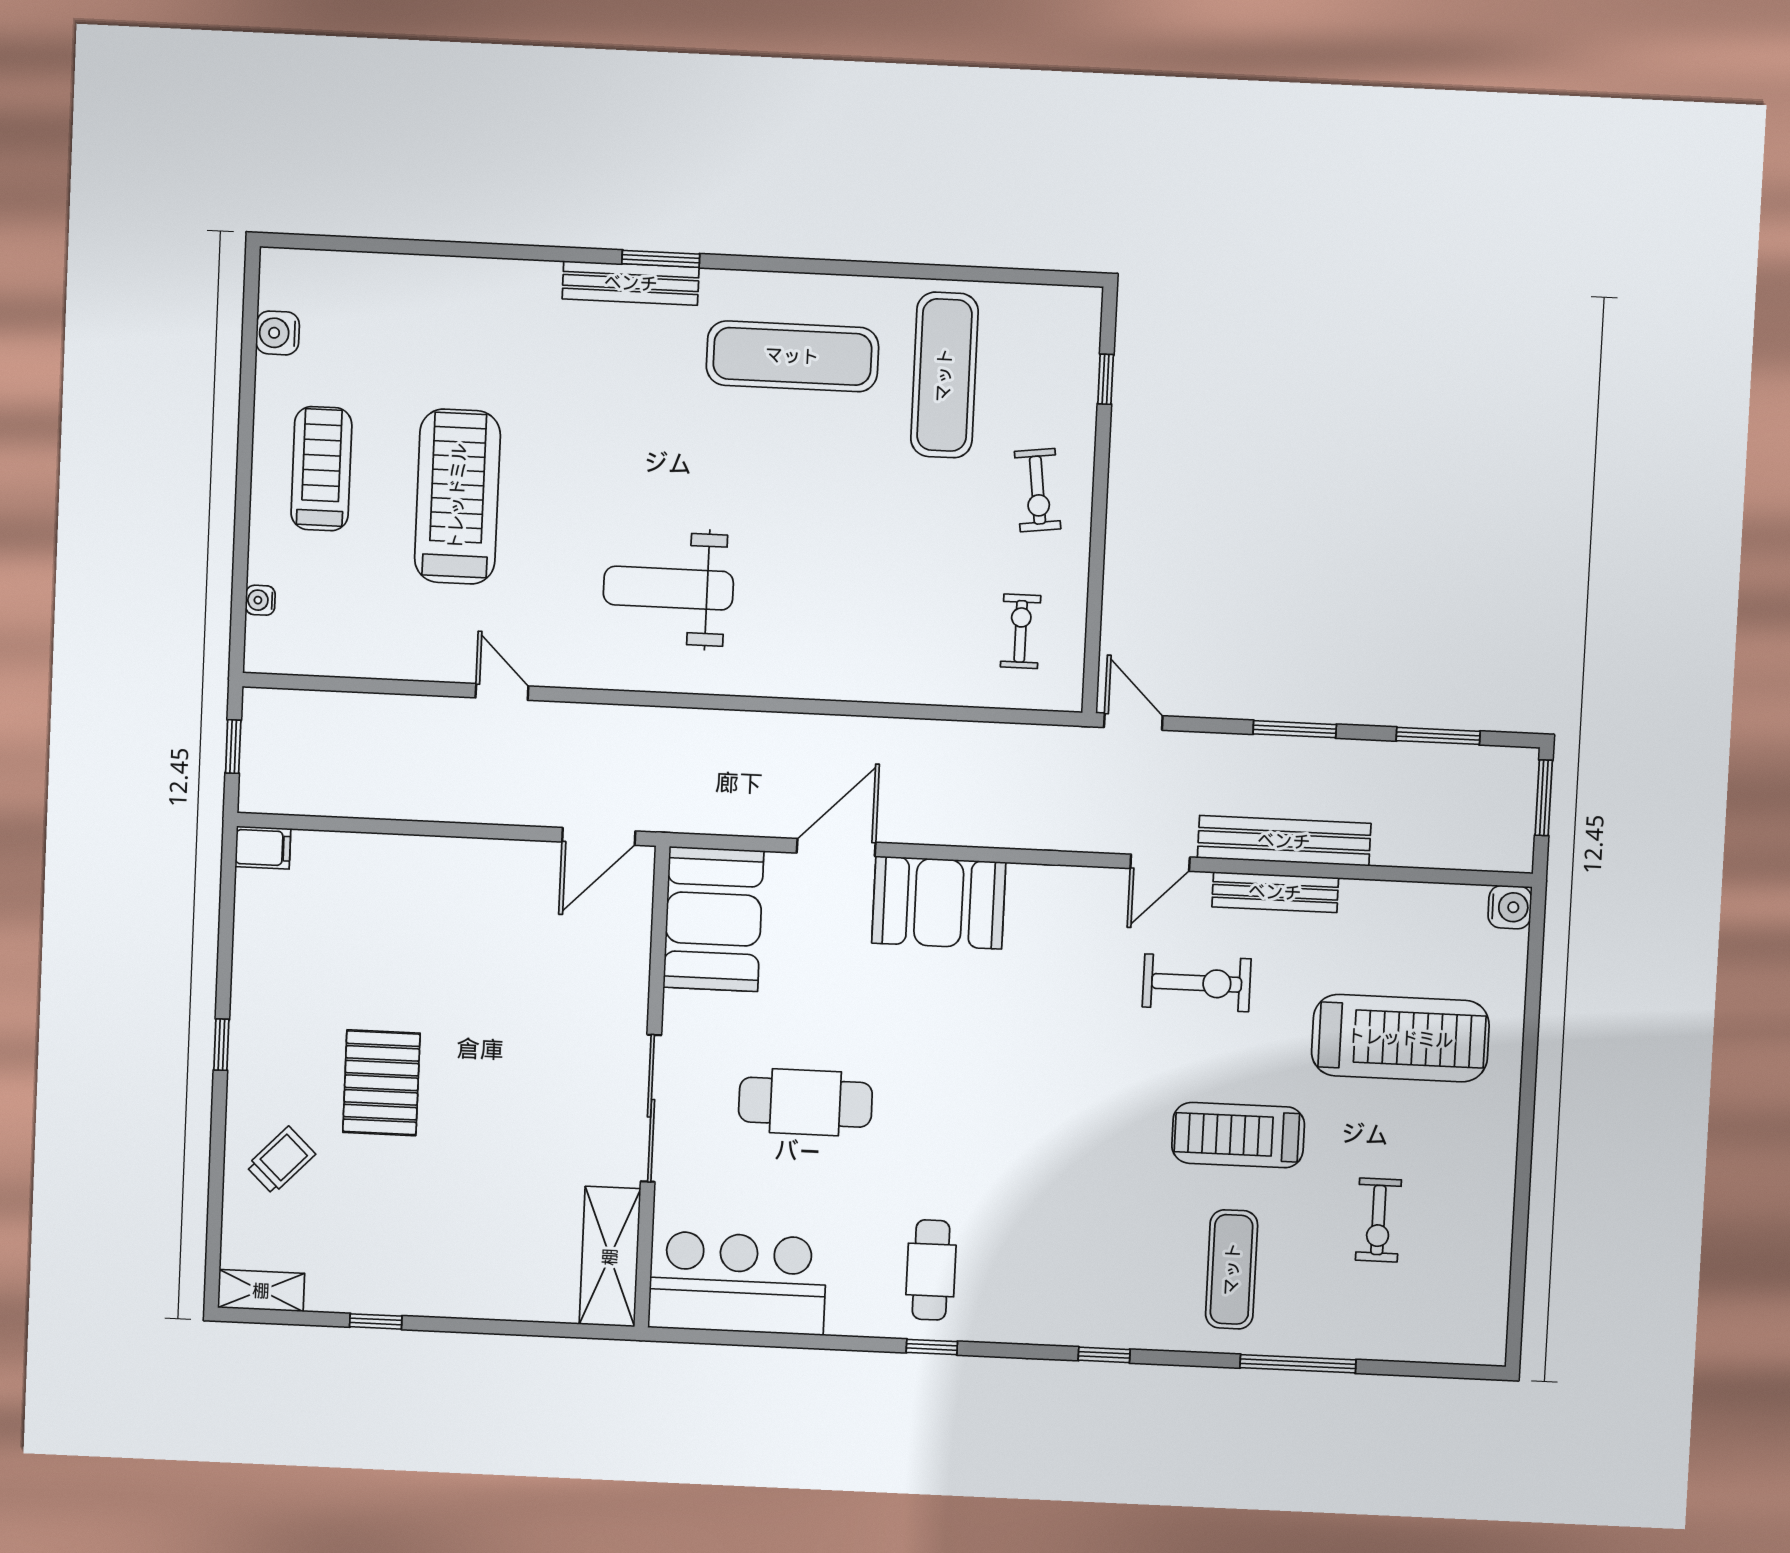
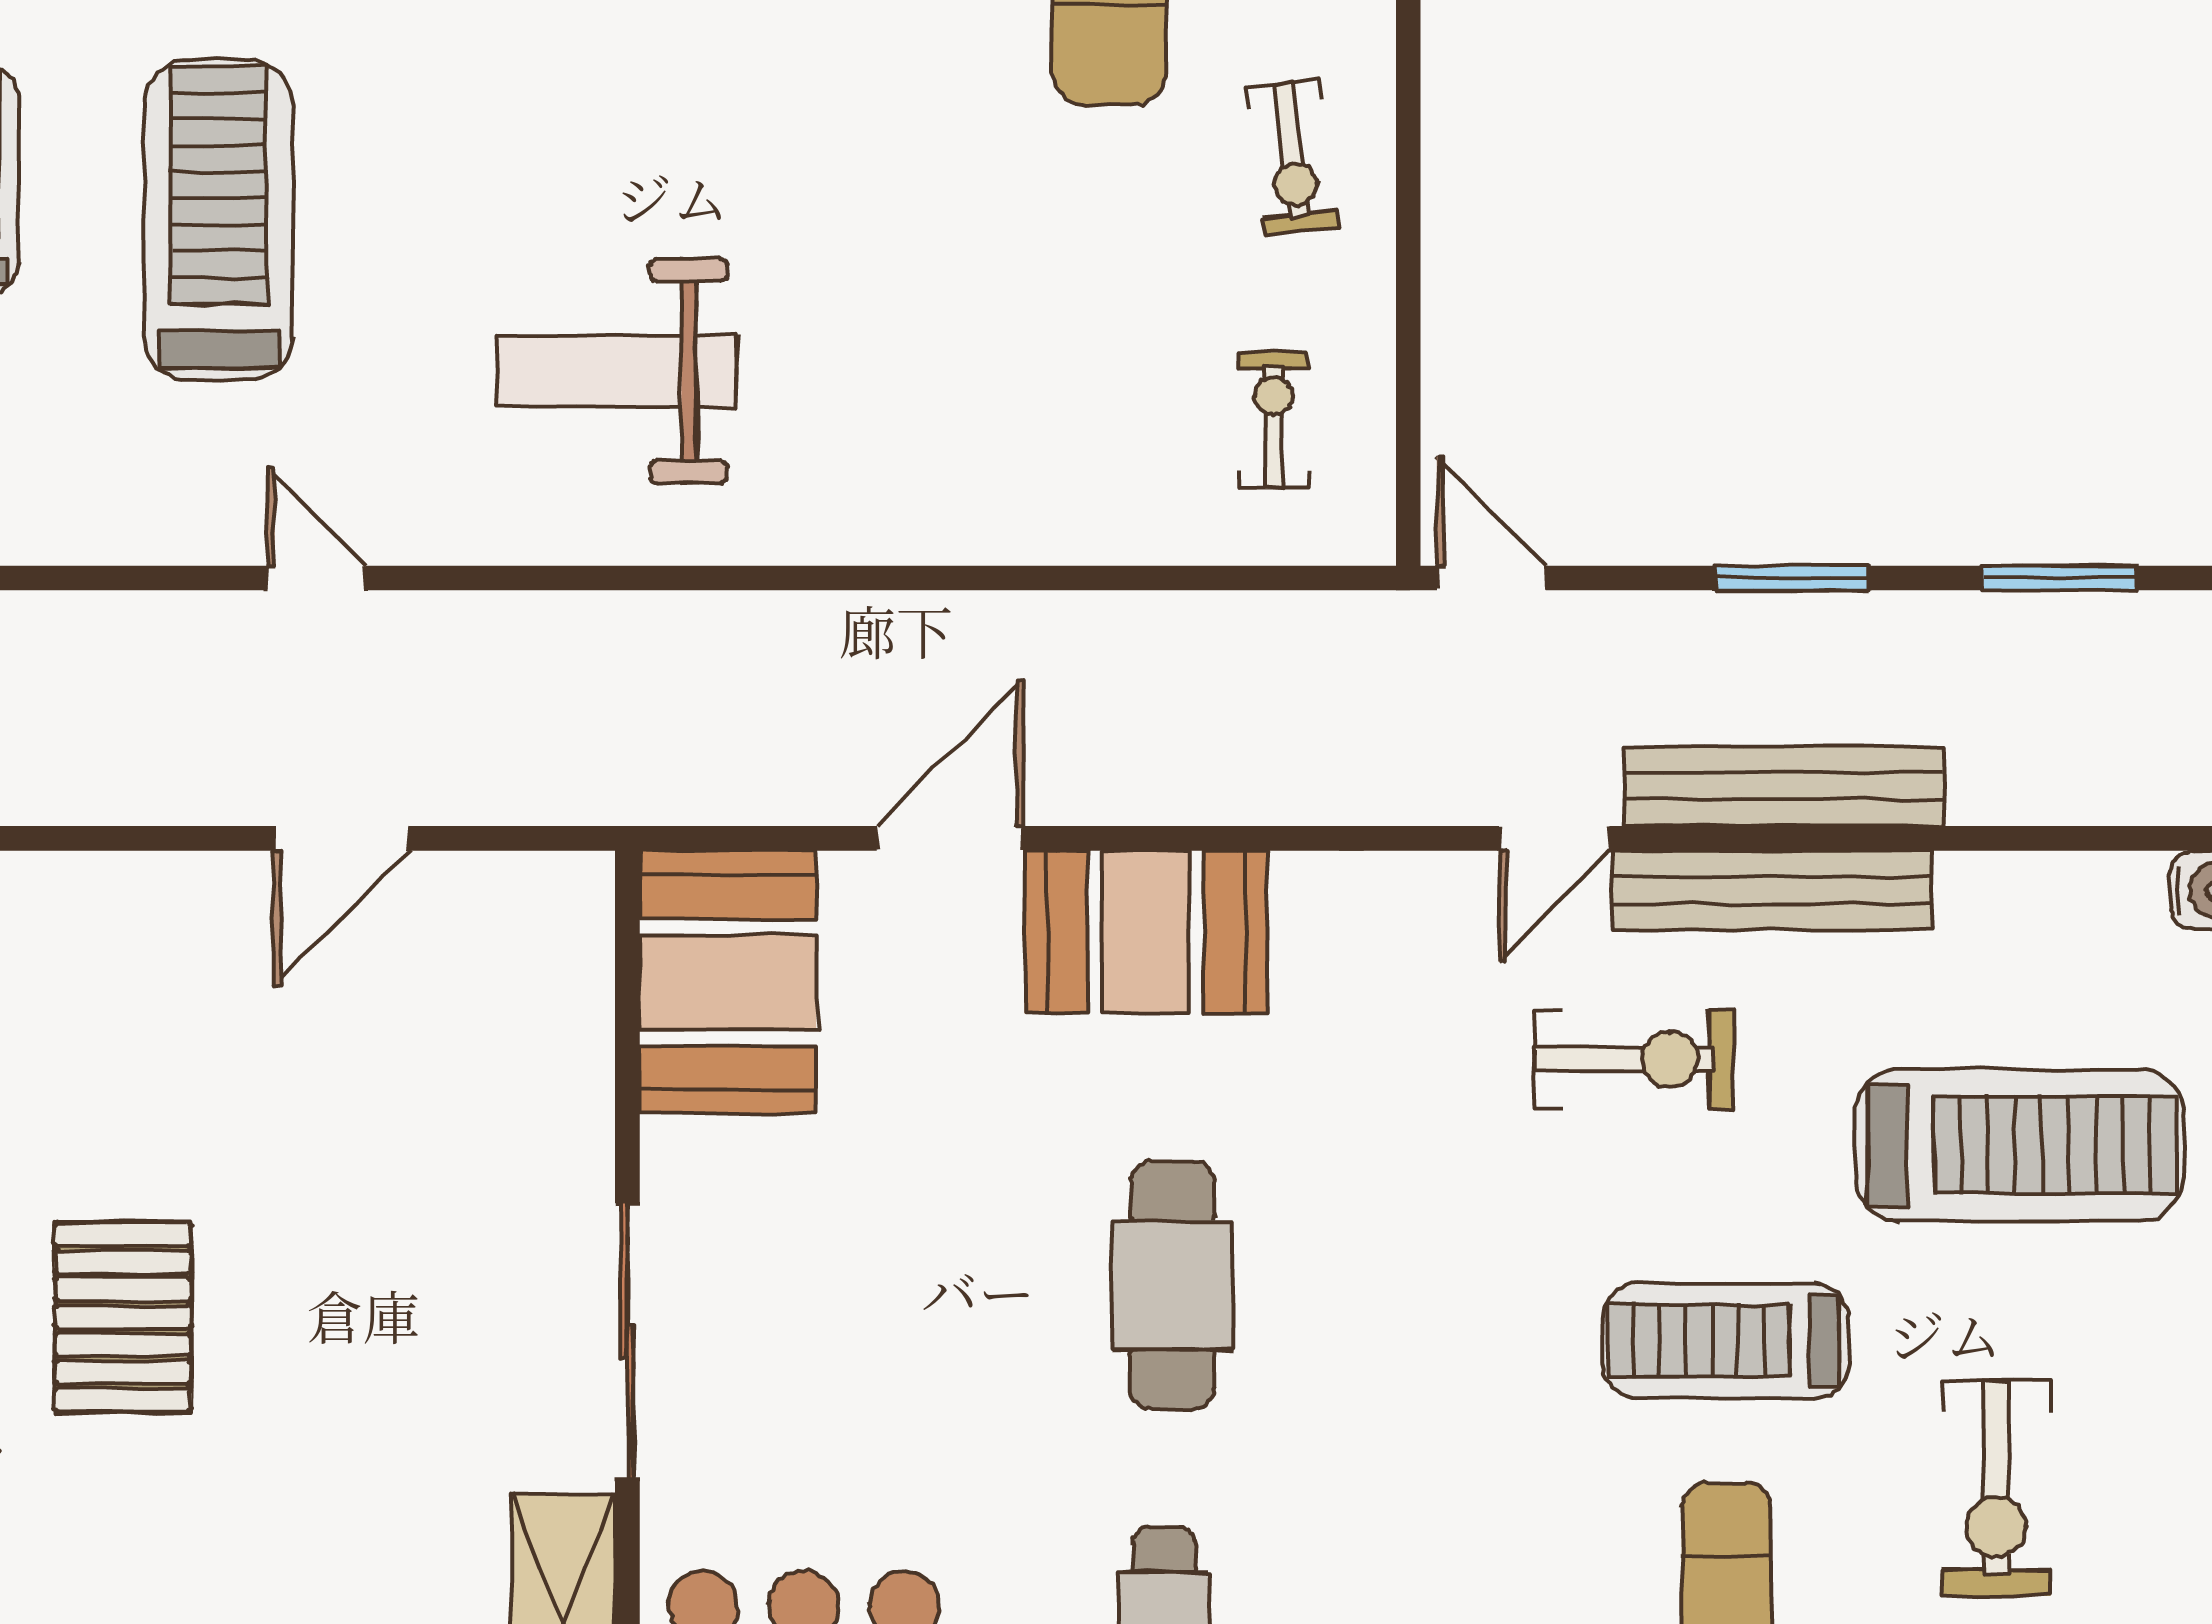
door: (599, 836) -> (341, 838), moved
bench: (1275, 892) -> (1772, 890), width x1.37, depth x1.21
cafe table: (805, 1102) -> (1172, 1285), moved, turned 90
exercise bike: (1378, 1220) -> (1996, 1488), width x1.38, depth x1.39

